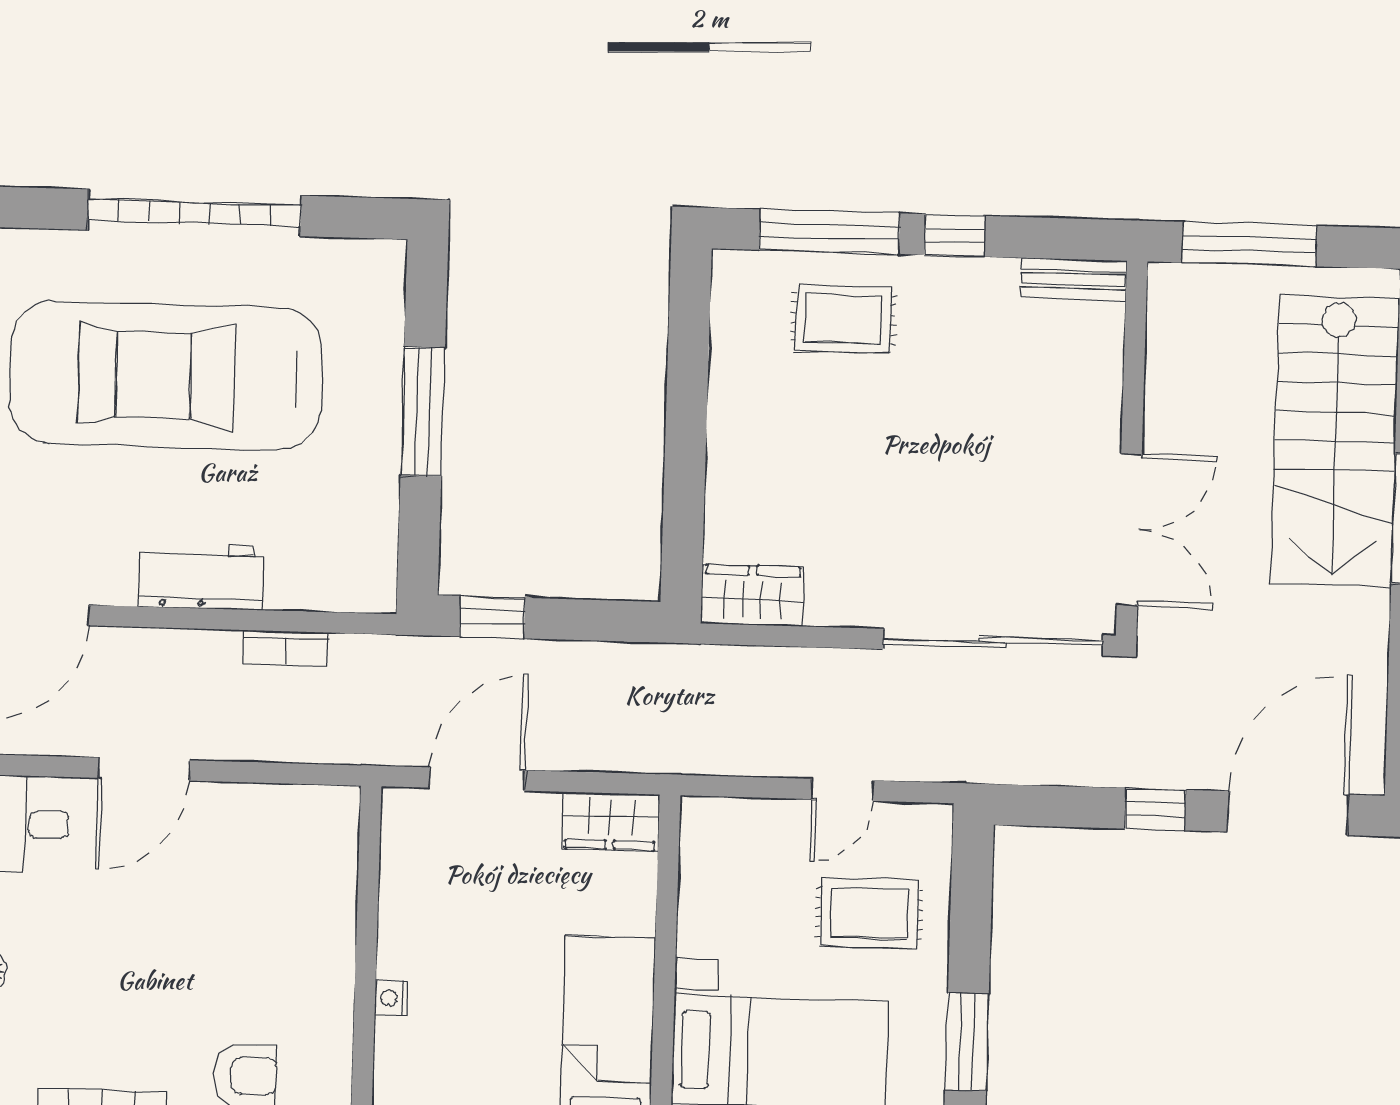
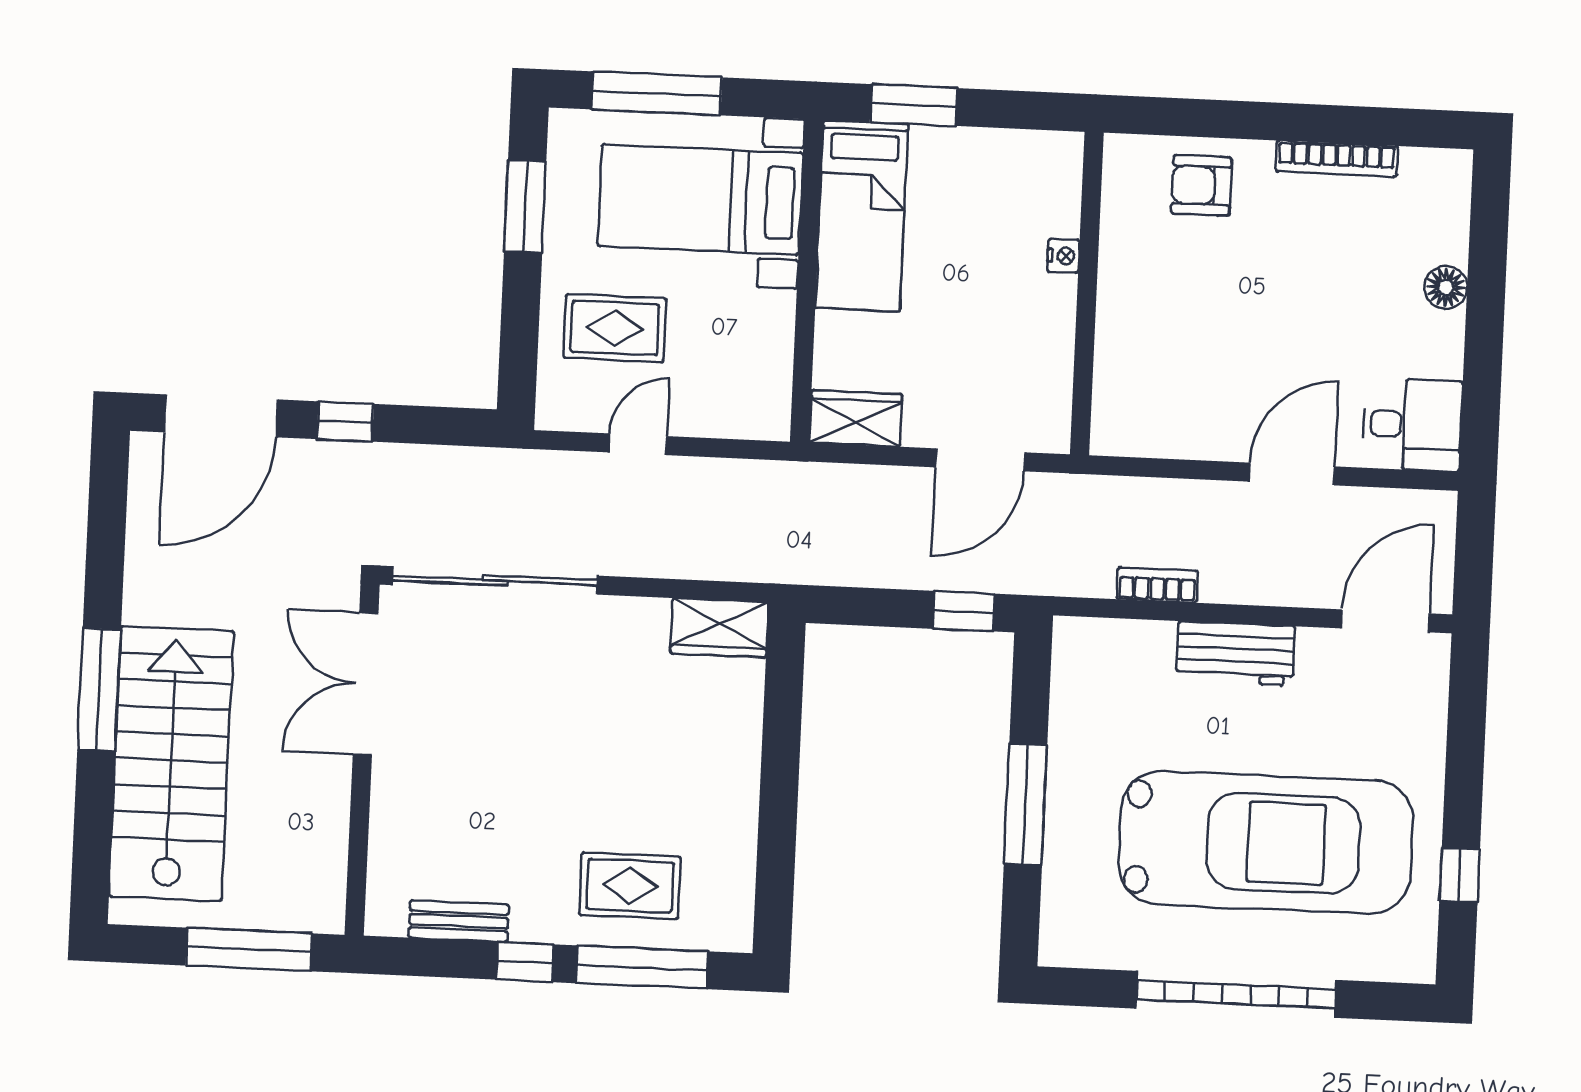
bench: (1074, 279) -> (459, 921), moved

